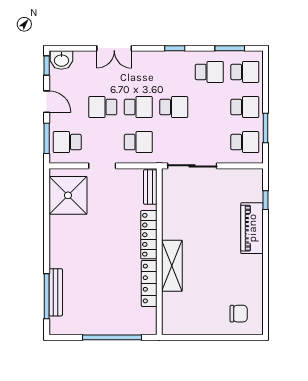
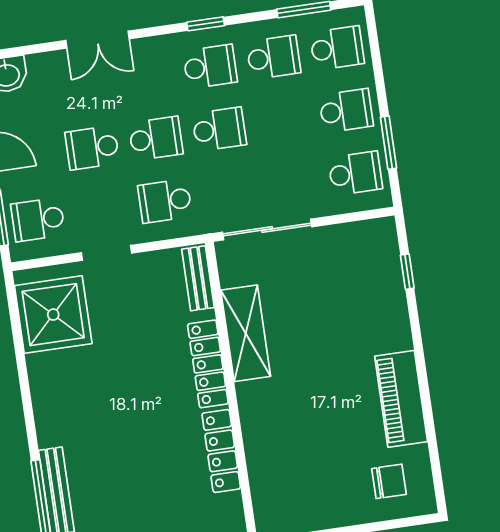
school desk: (174, 72) -> (210, 67), added
school desk: (138, 142) -> (165, 201), turned 180
piano: (252, 228) -> (401, 399), moved
shelving: (172, 266) -> (246, 333), moved

